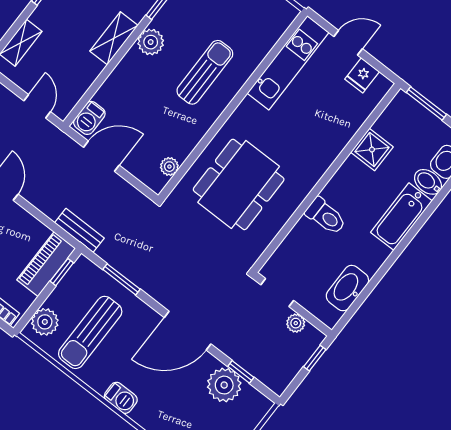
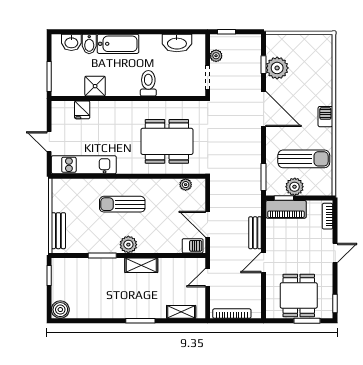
fridge: (362, 75) -> (82, 110), moved, turned 90
bench: (79, 230) -> (255, 233), moved
window: (121, 279) -> (264, 177), moved
plant: (45, 322) -> (295, 187), moved

